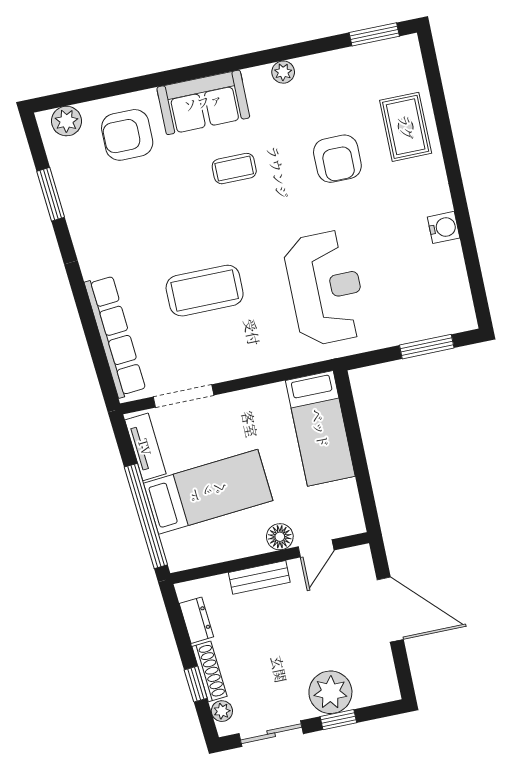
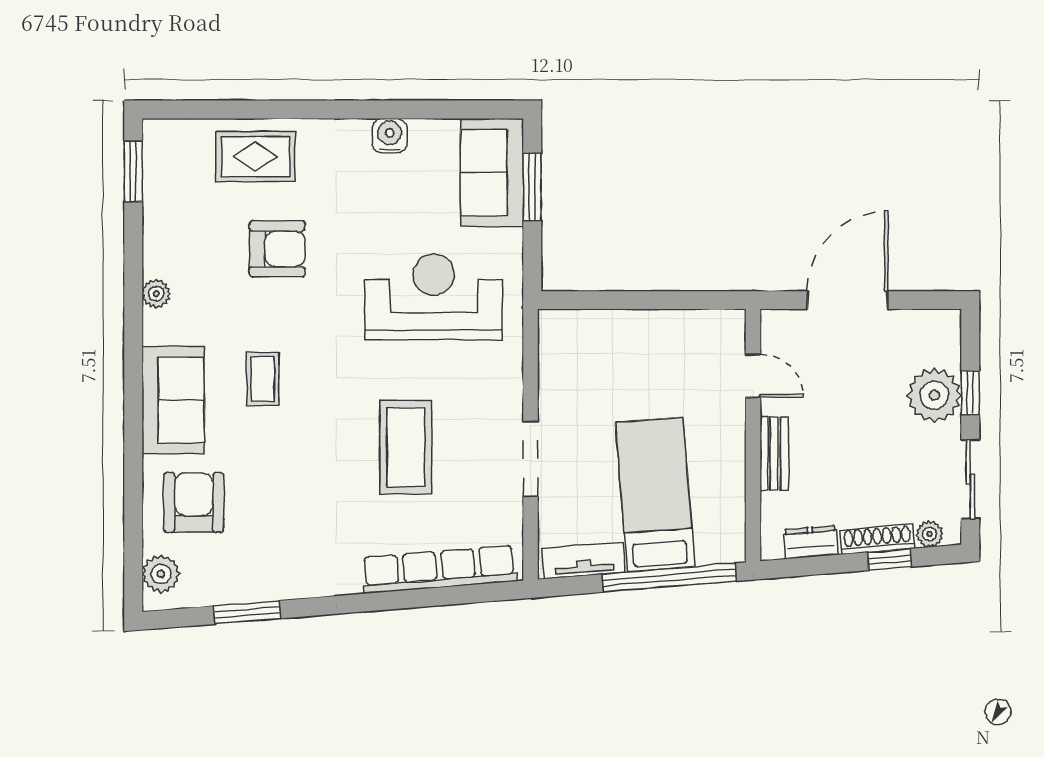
armchair: (127, 135) -> (194, 503), turned 180
sofa: (432, 313) -> (492, 173), added
doorway: (183, 396) -> (531, 459), moved
bed: (320, 428) -> (606, 340), removed
floor lamp: (280, 537) -> (729, 418), removed

